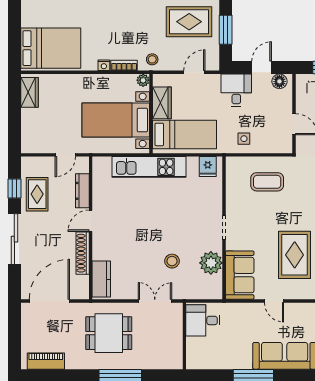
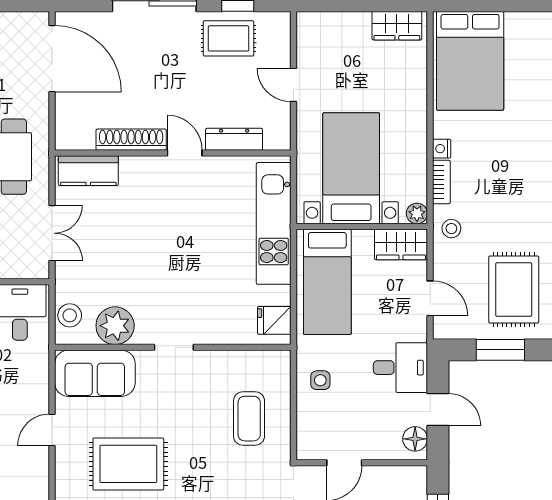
wardrobe: (162, 103) -> (401, 245), moved
dresser: (82, 191) -> (234, 139), moved
door: (91, 221) -> (185, 153), moved
wall: (91, 228) -> (173, 153), moved
shoe rack: (83, 253) -> (131, 140), moved
stool: (172, 261) -> (70, 315), moved
kitchen counter: (101, 279) -> (88, 171), moved

